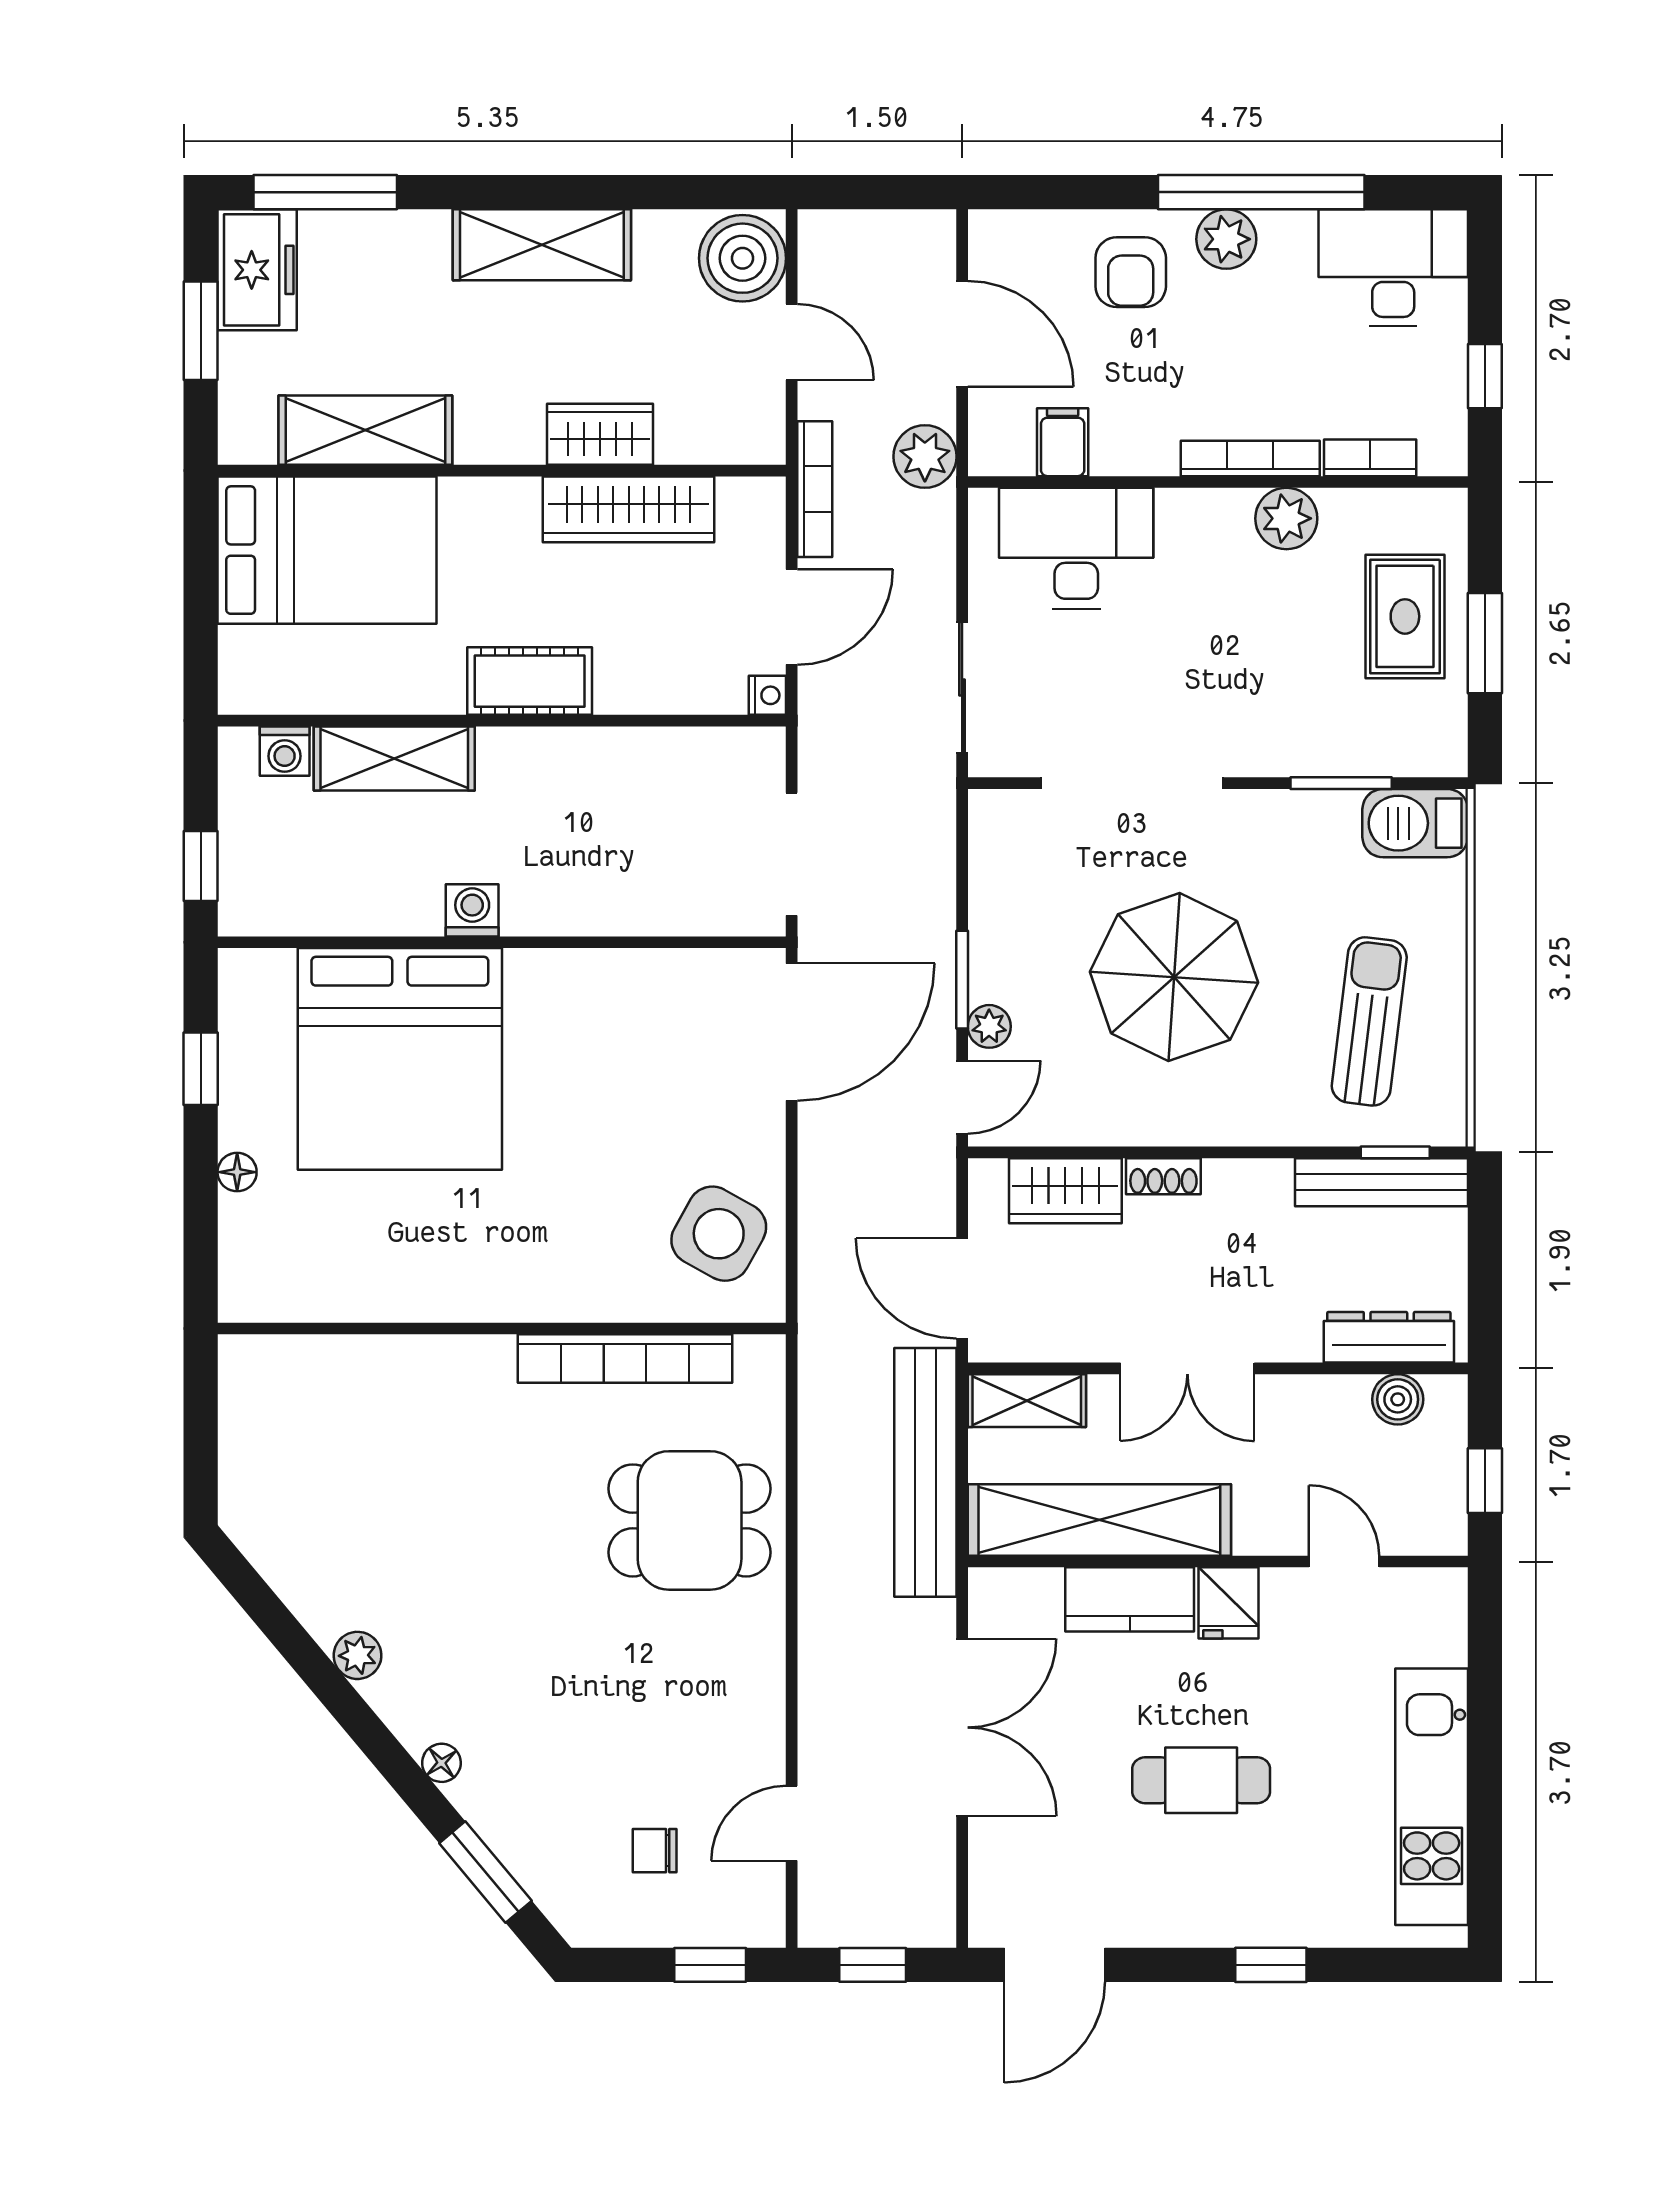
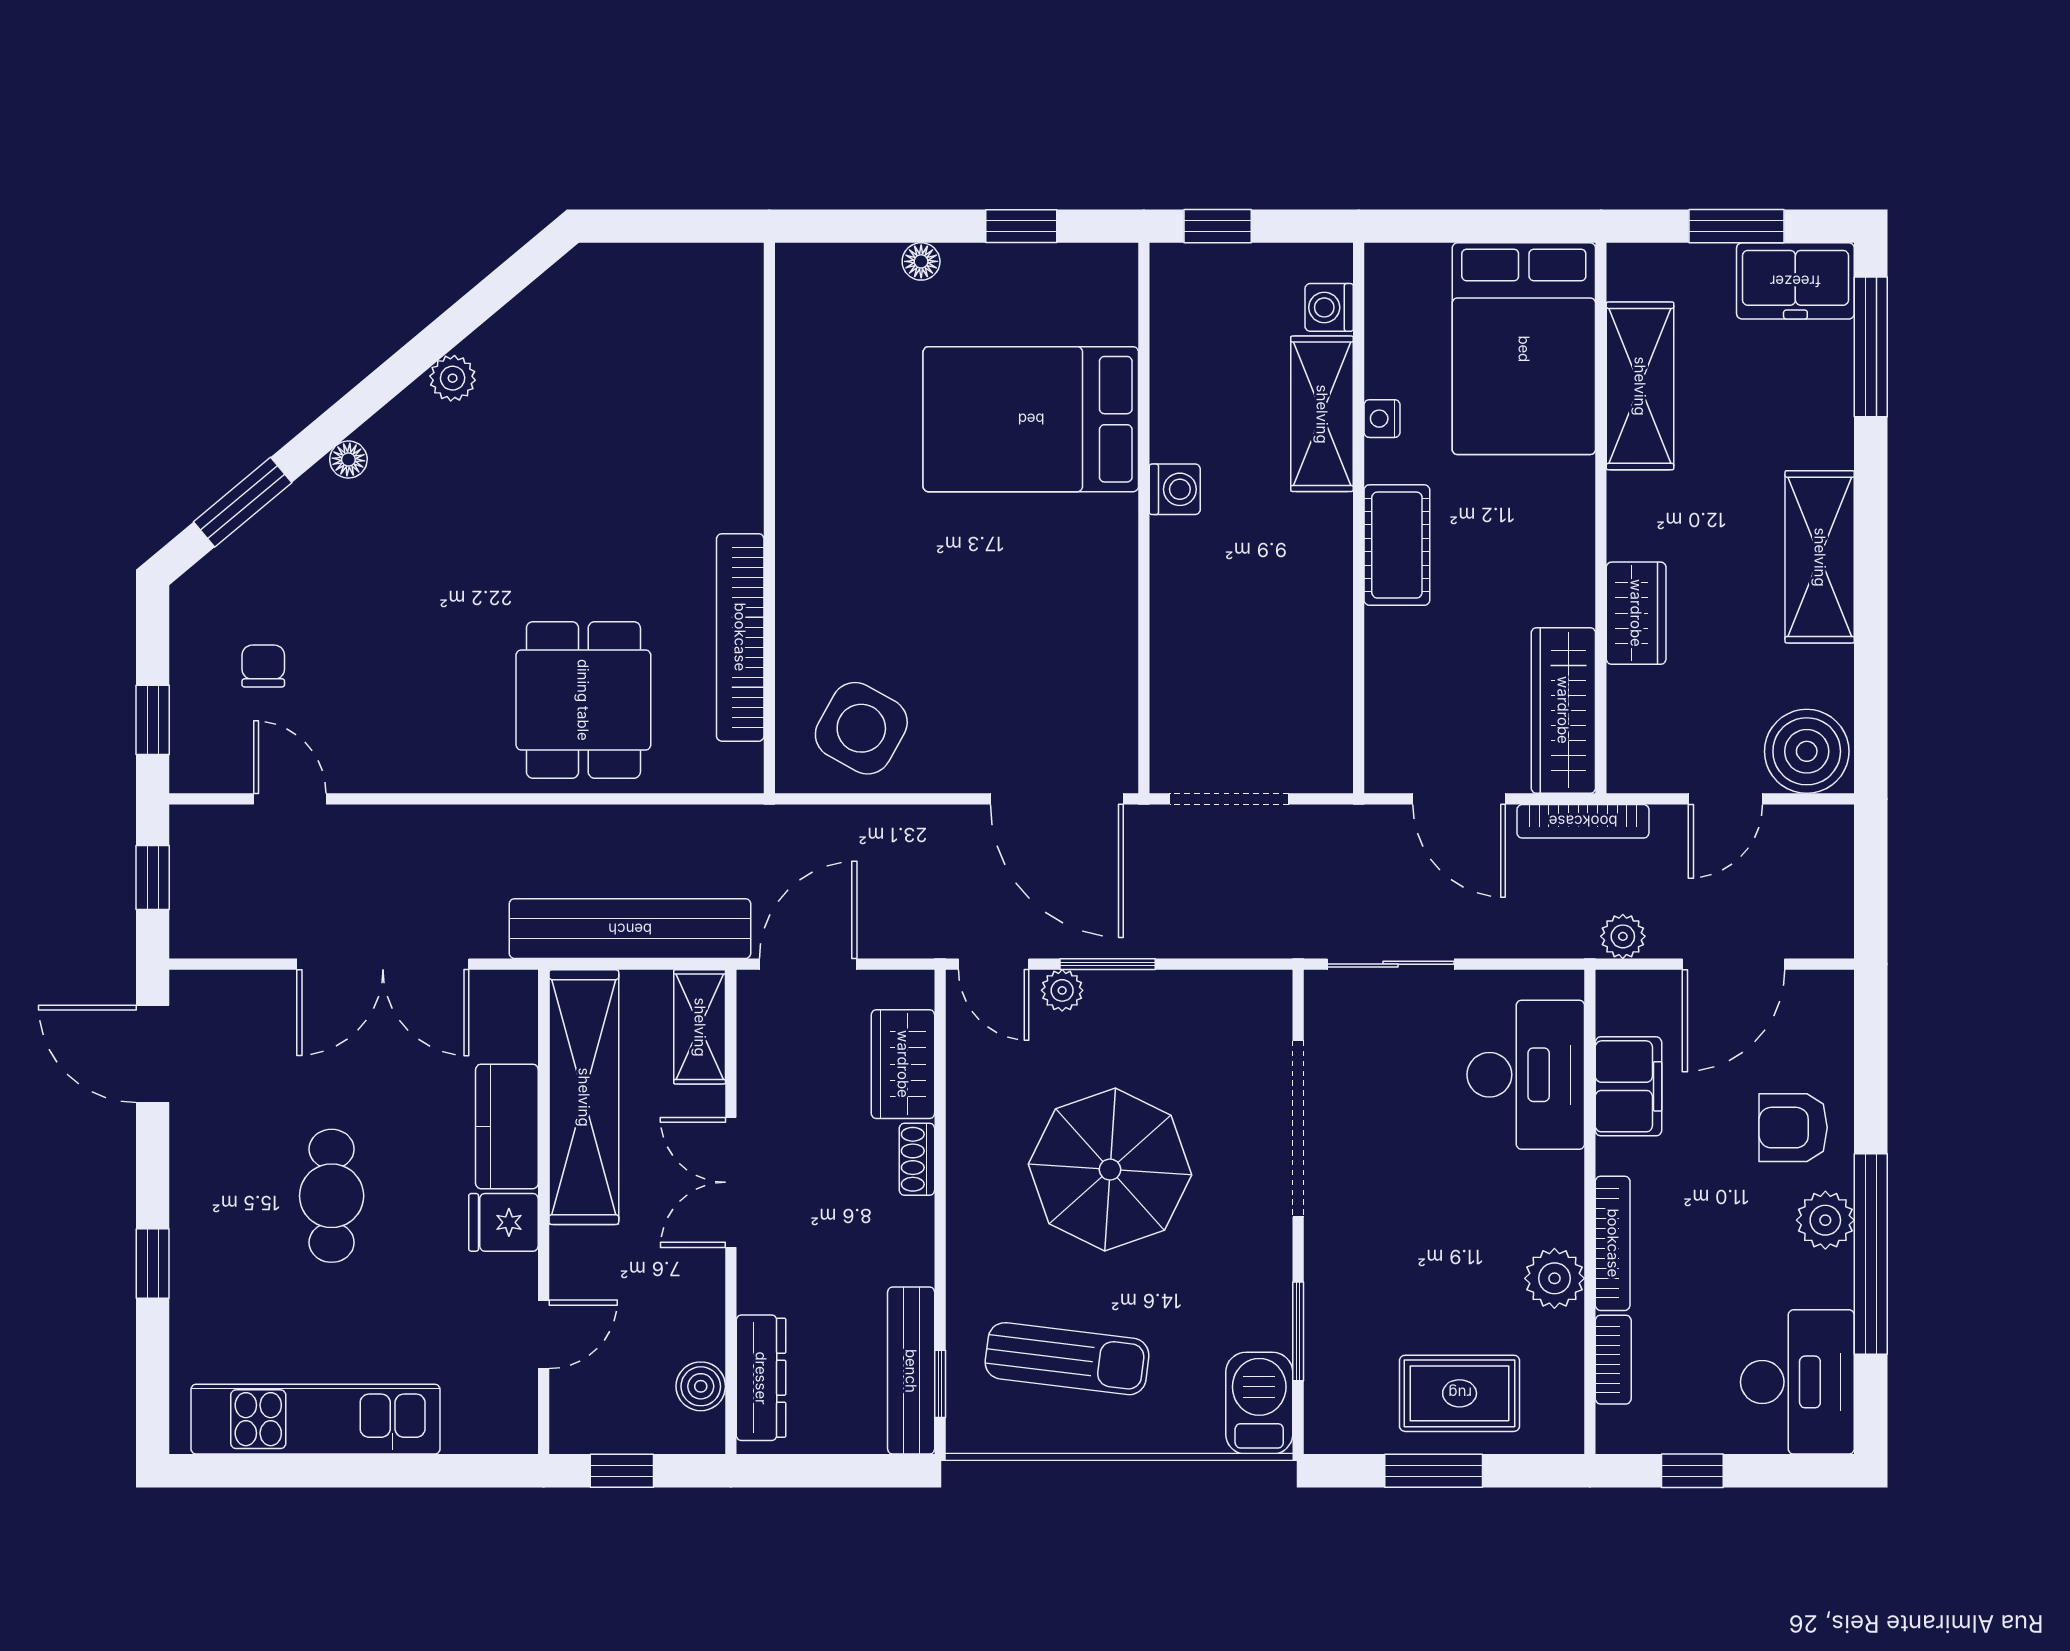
filing cabinet: (1063, 442) -> (1628, 1086), width x2.00
plant: (925, 457) -> (1623, 936), width x0.73, depth x0.73
wardrobe: (629, 509) -> (1563, 710), moved
nightstand: (767, 695) -> (1382, 419), moved, turned 90
bed: (400, 1059) -> (1031, 419), width x0.73

